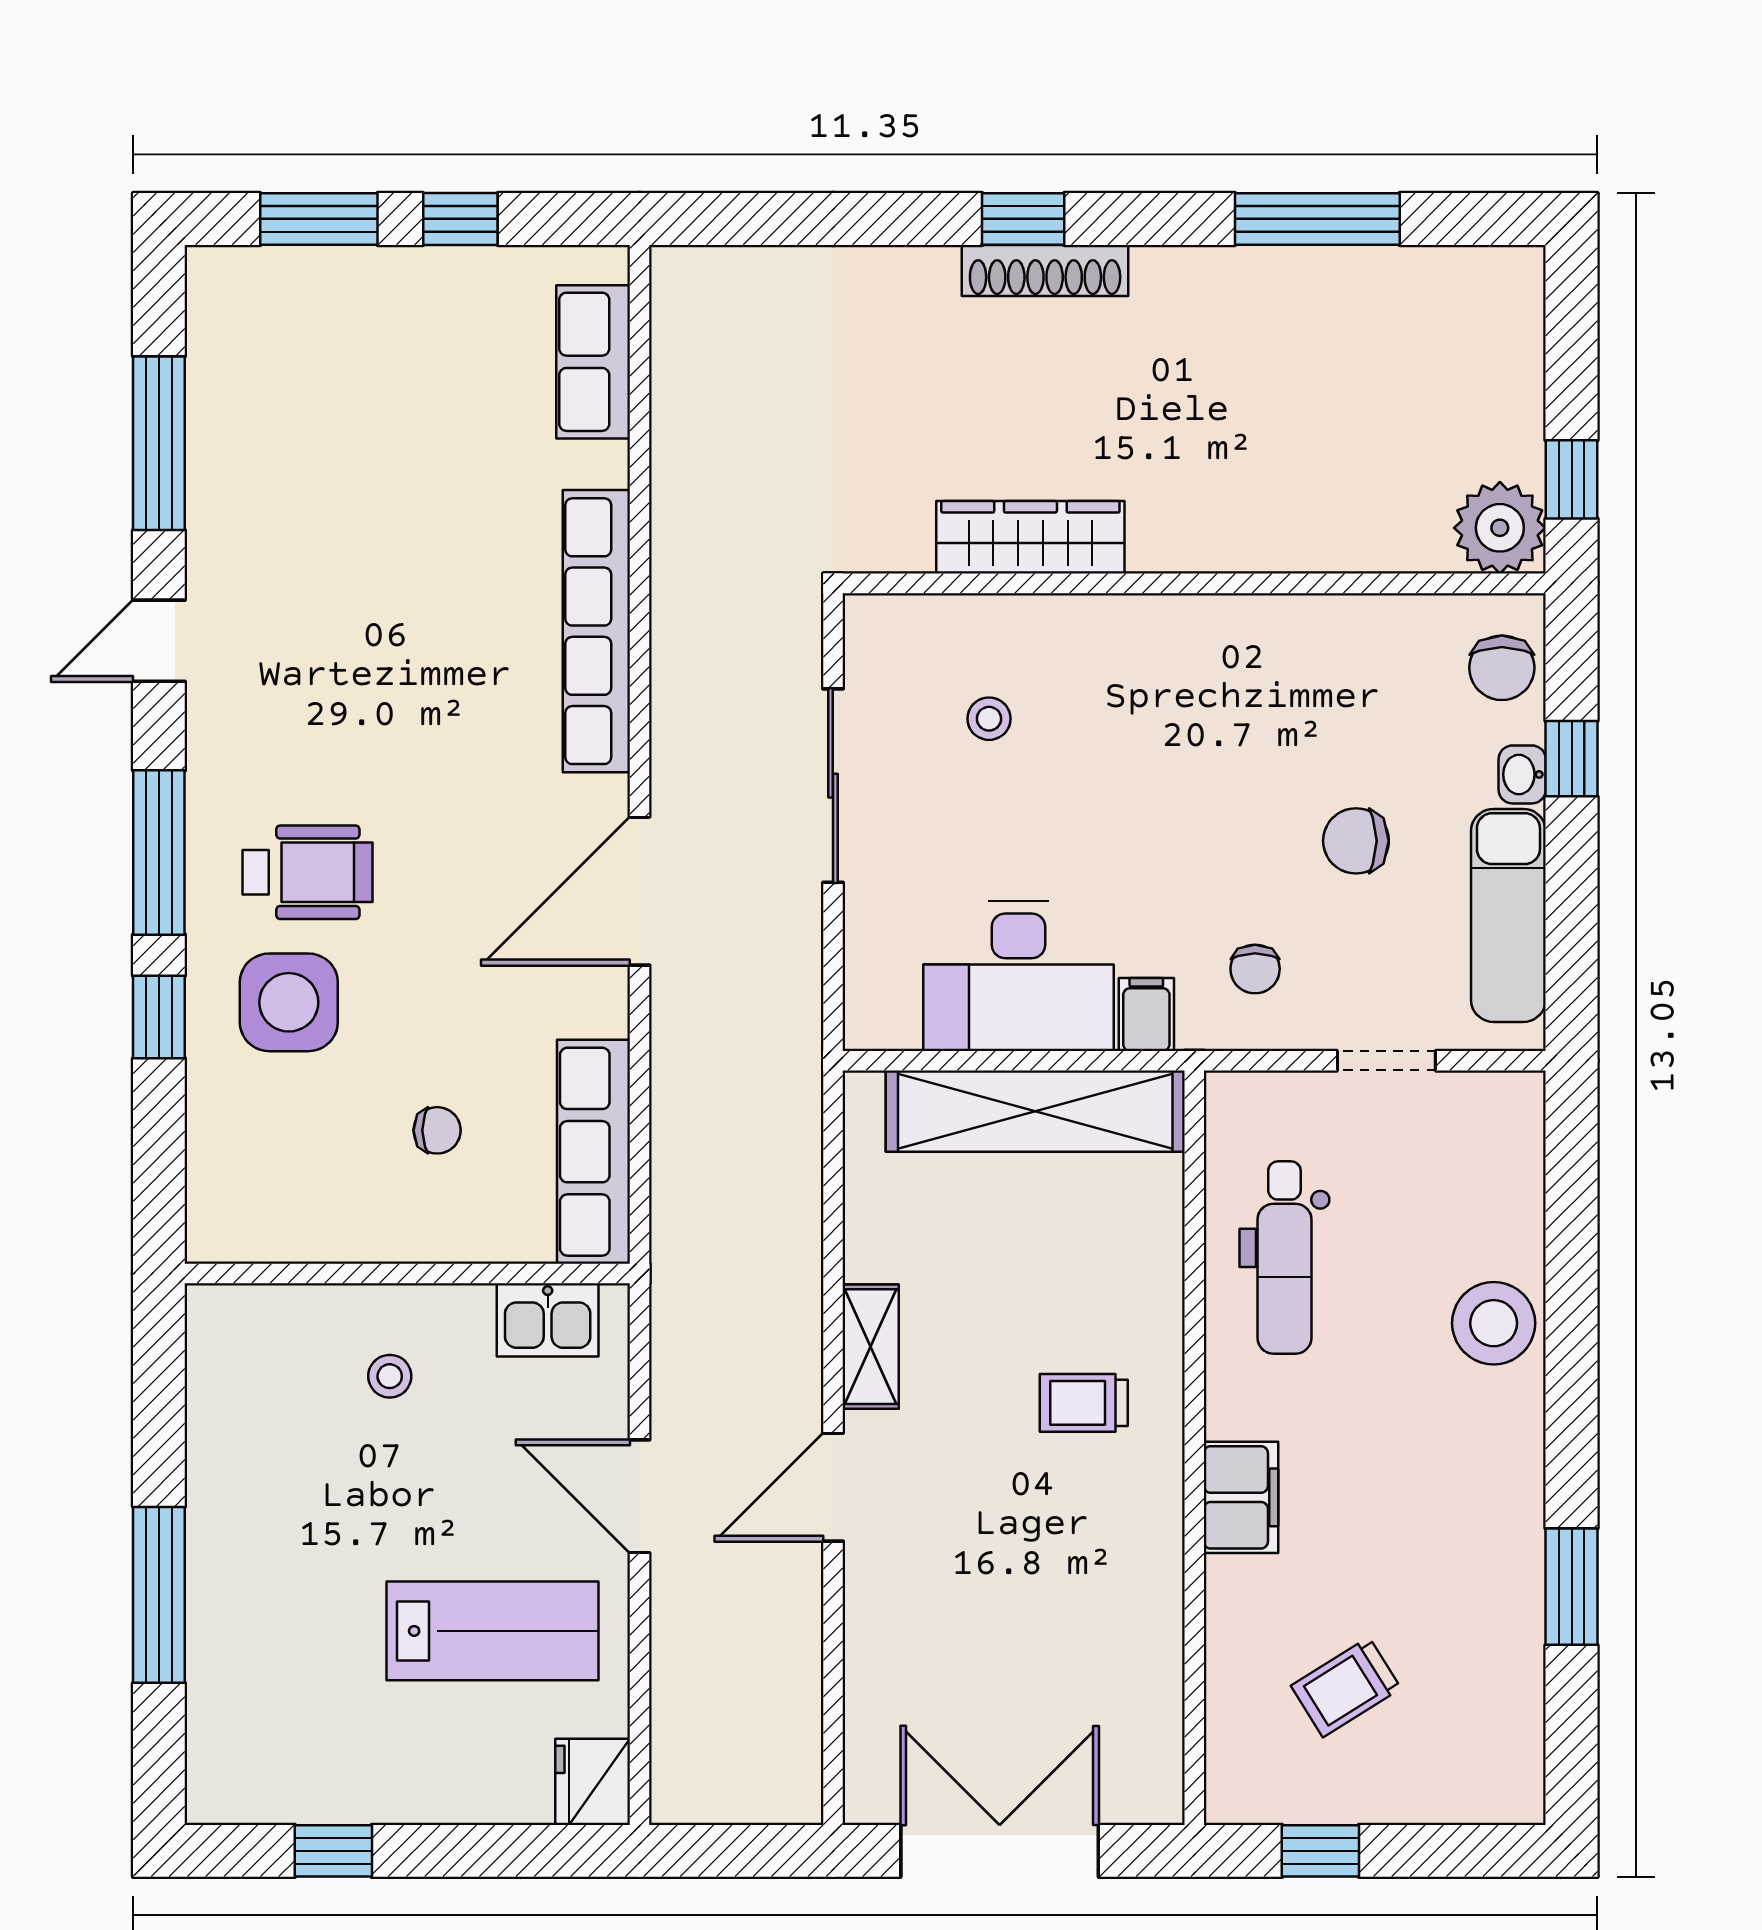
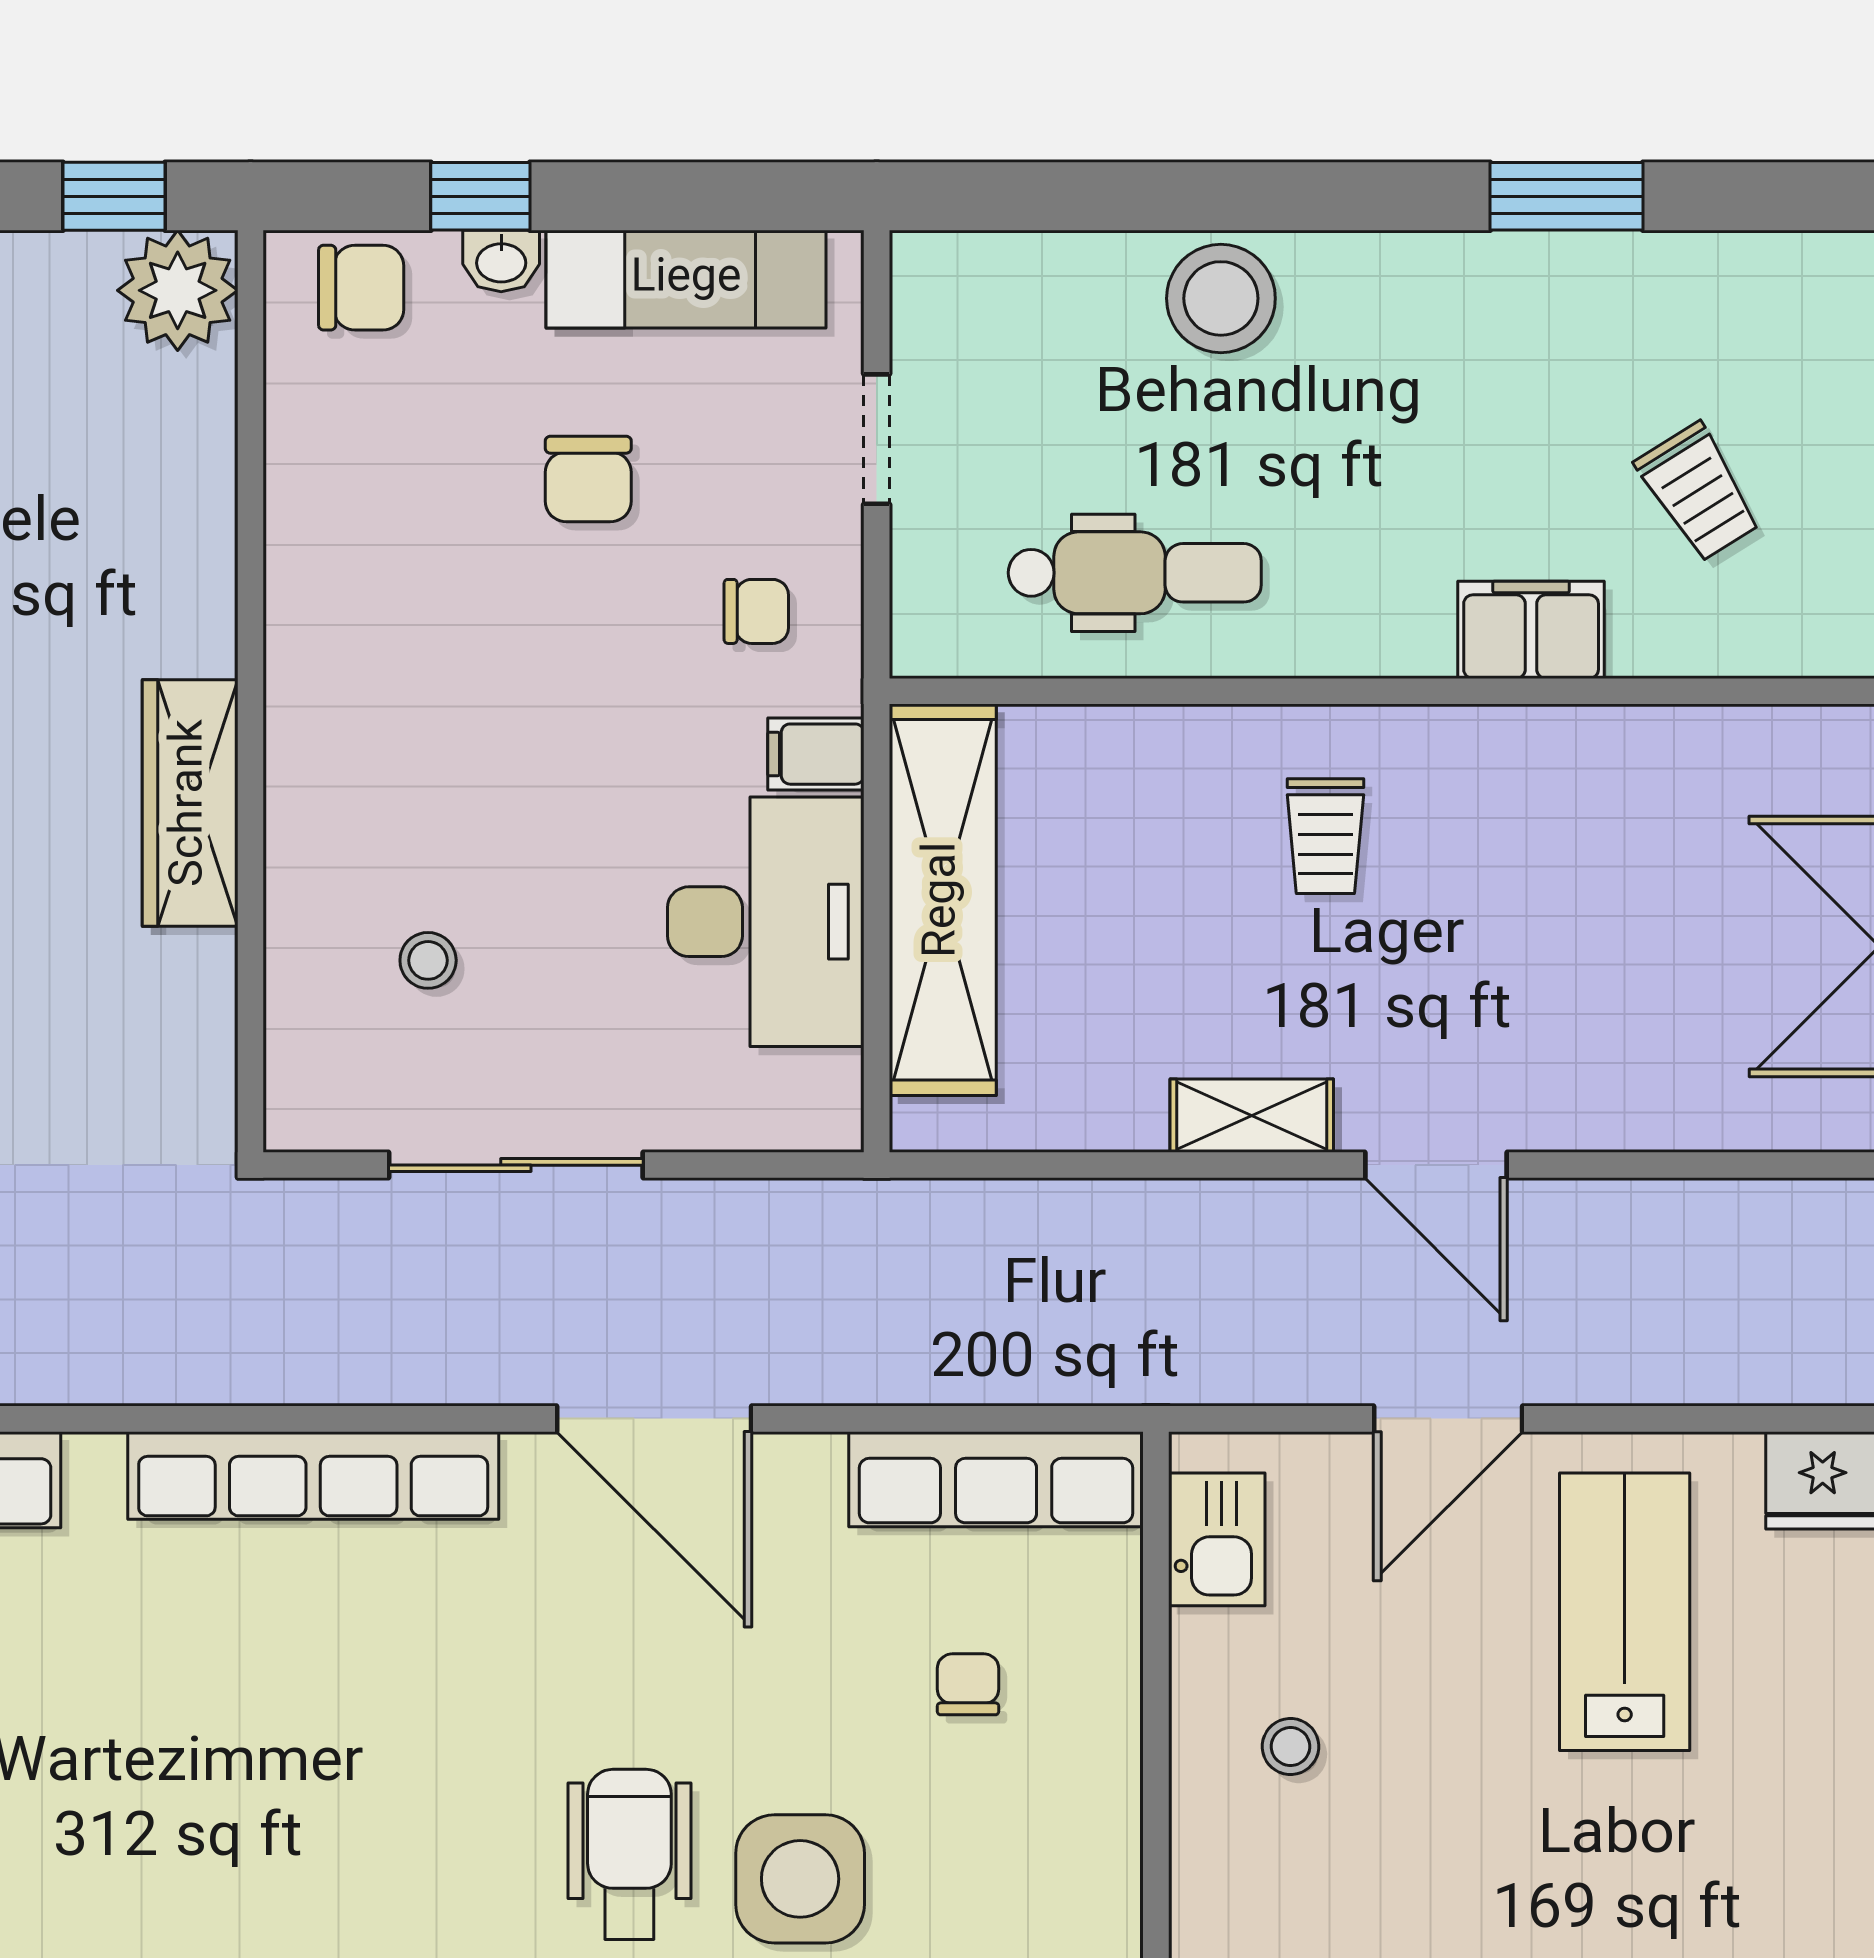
wardrobe: (1030, 537) -> (190, 803), moved
filing cabinet: (1241, 1497) -> (1531, 630), moved

